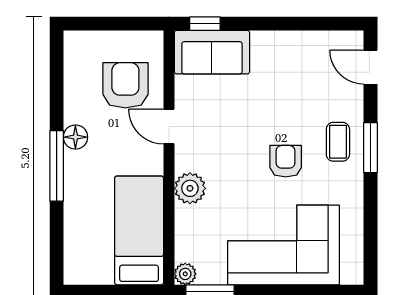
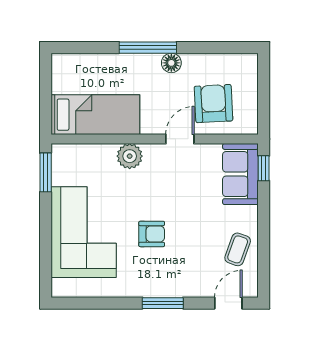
armchair: (125, 85) -> (213, 104), turned -93
coffee table: (338, 142) -> (238, 249), moved, turned -70
plant: (185, 274) -> (60, 152), removed

